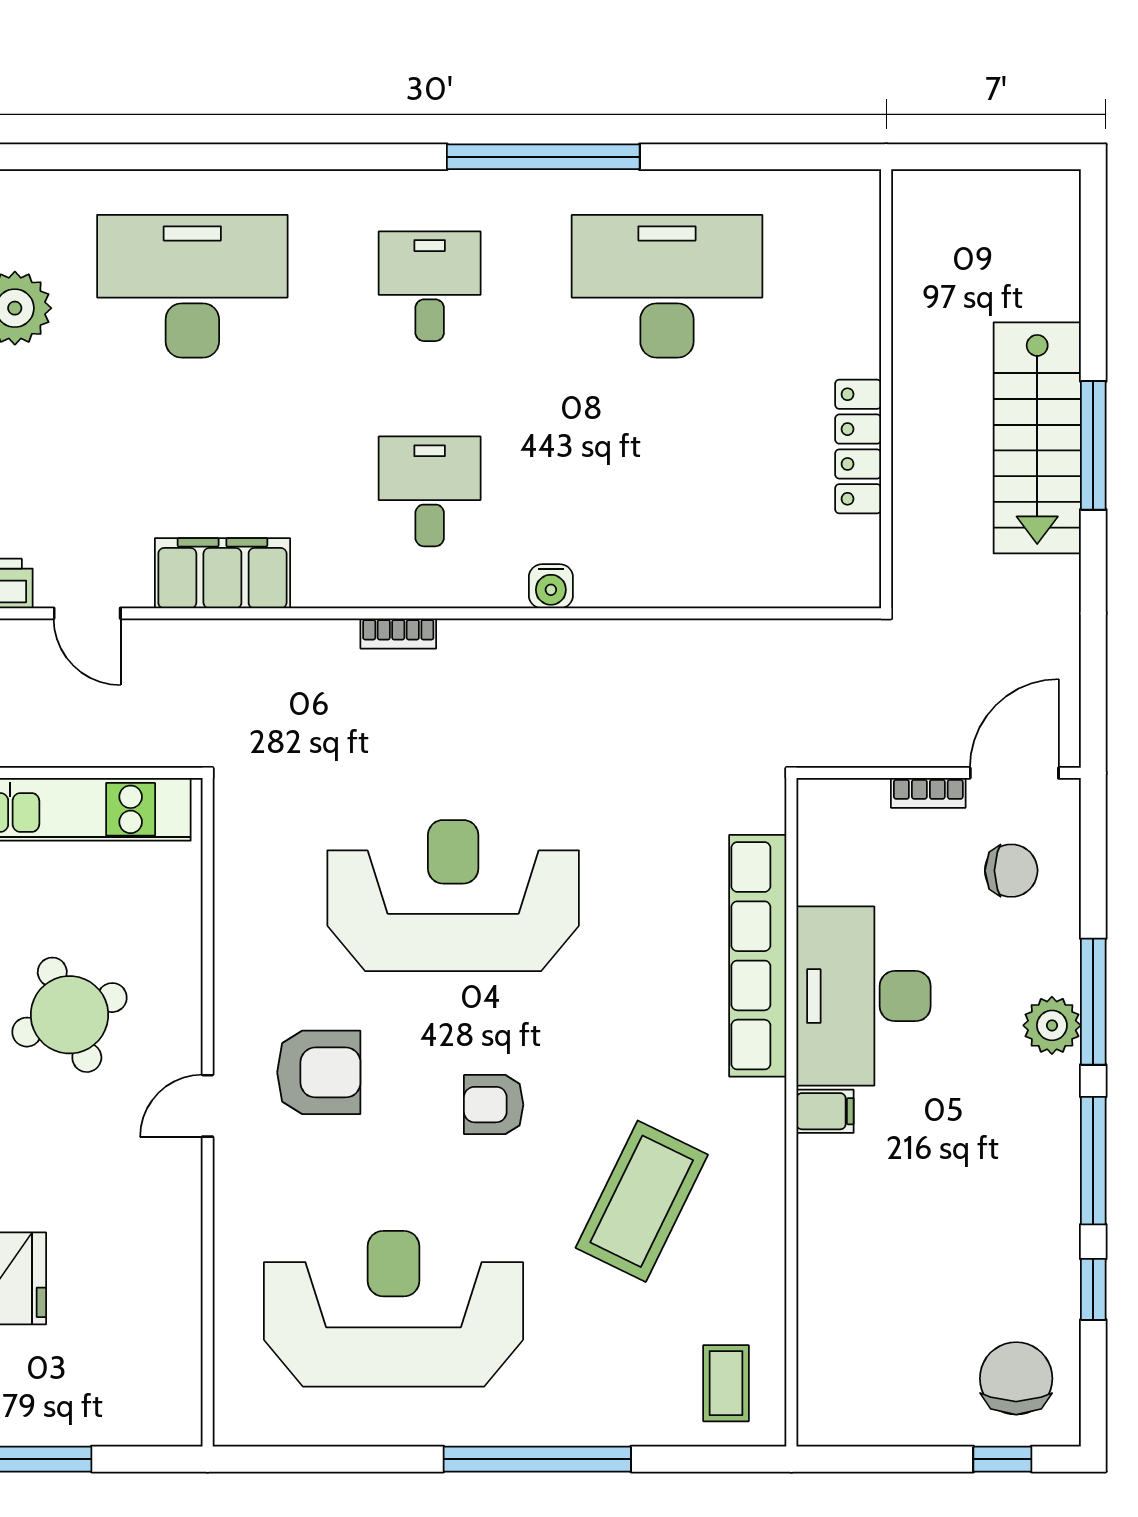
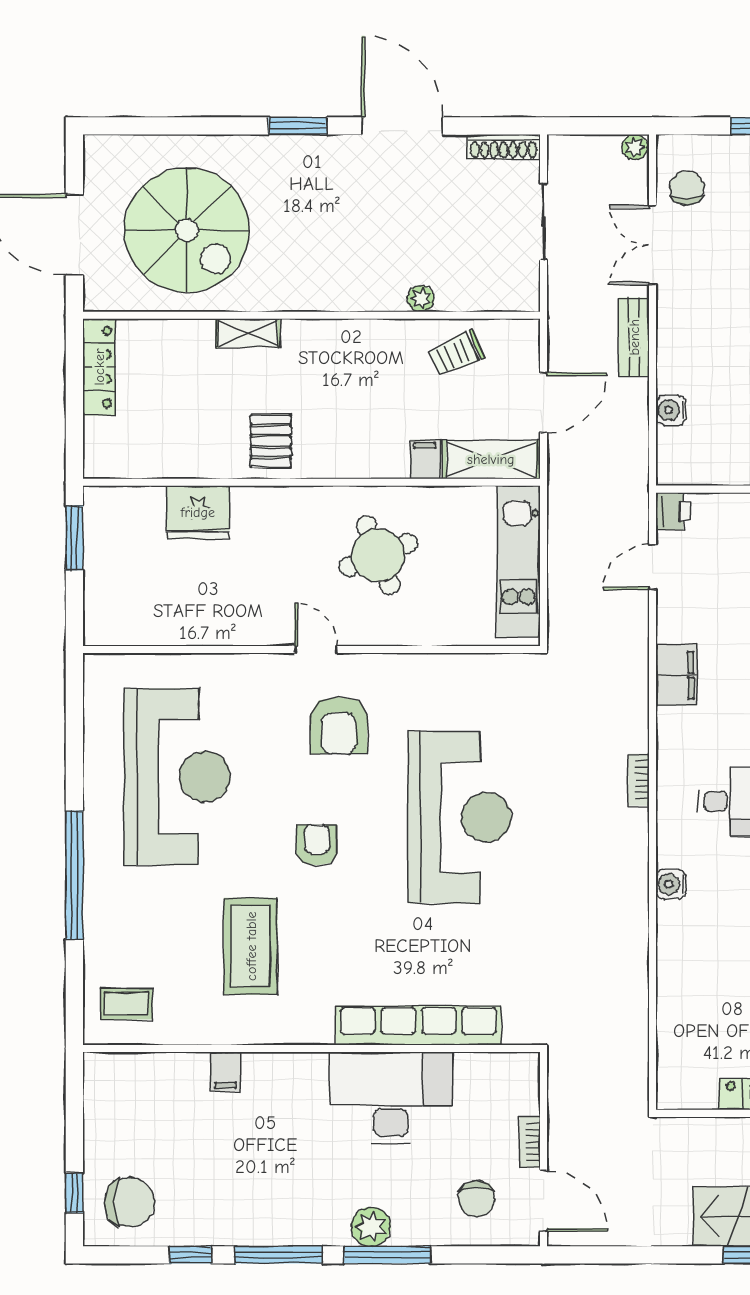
filing cabinet: (222, 573) -> (677, 675), width x0.67, depth x0.86
filing cabinet: (825, 1111) -> (225, 1072), moved
coffee table: (642, 1201) -> (251, 946), turned 64

